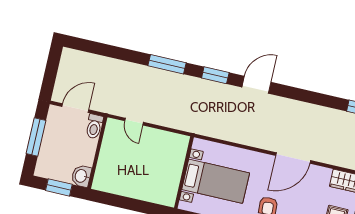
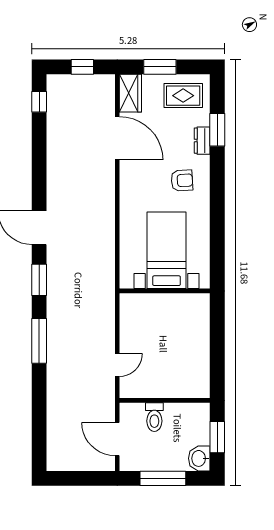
toilet: (94, 126) -> (154, 417), moved, turned 90
door: (293, 158) -> (117, 138), moved
washbasin: (81, 176) -> (199, 458), moved, turned 90

